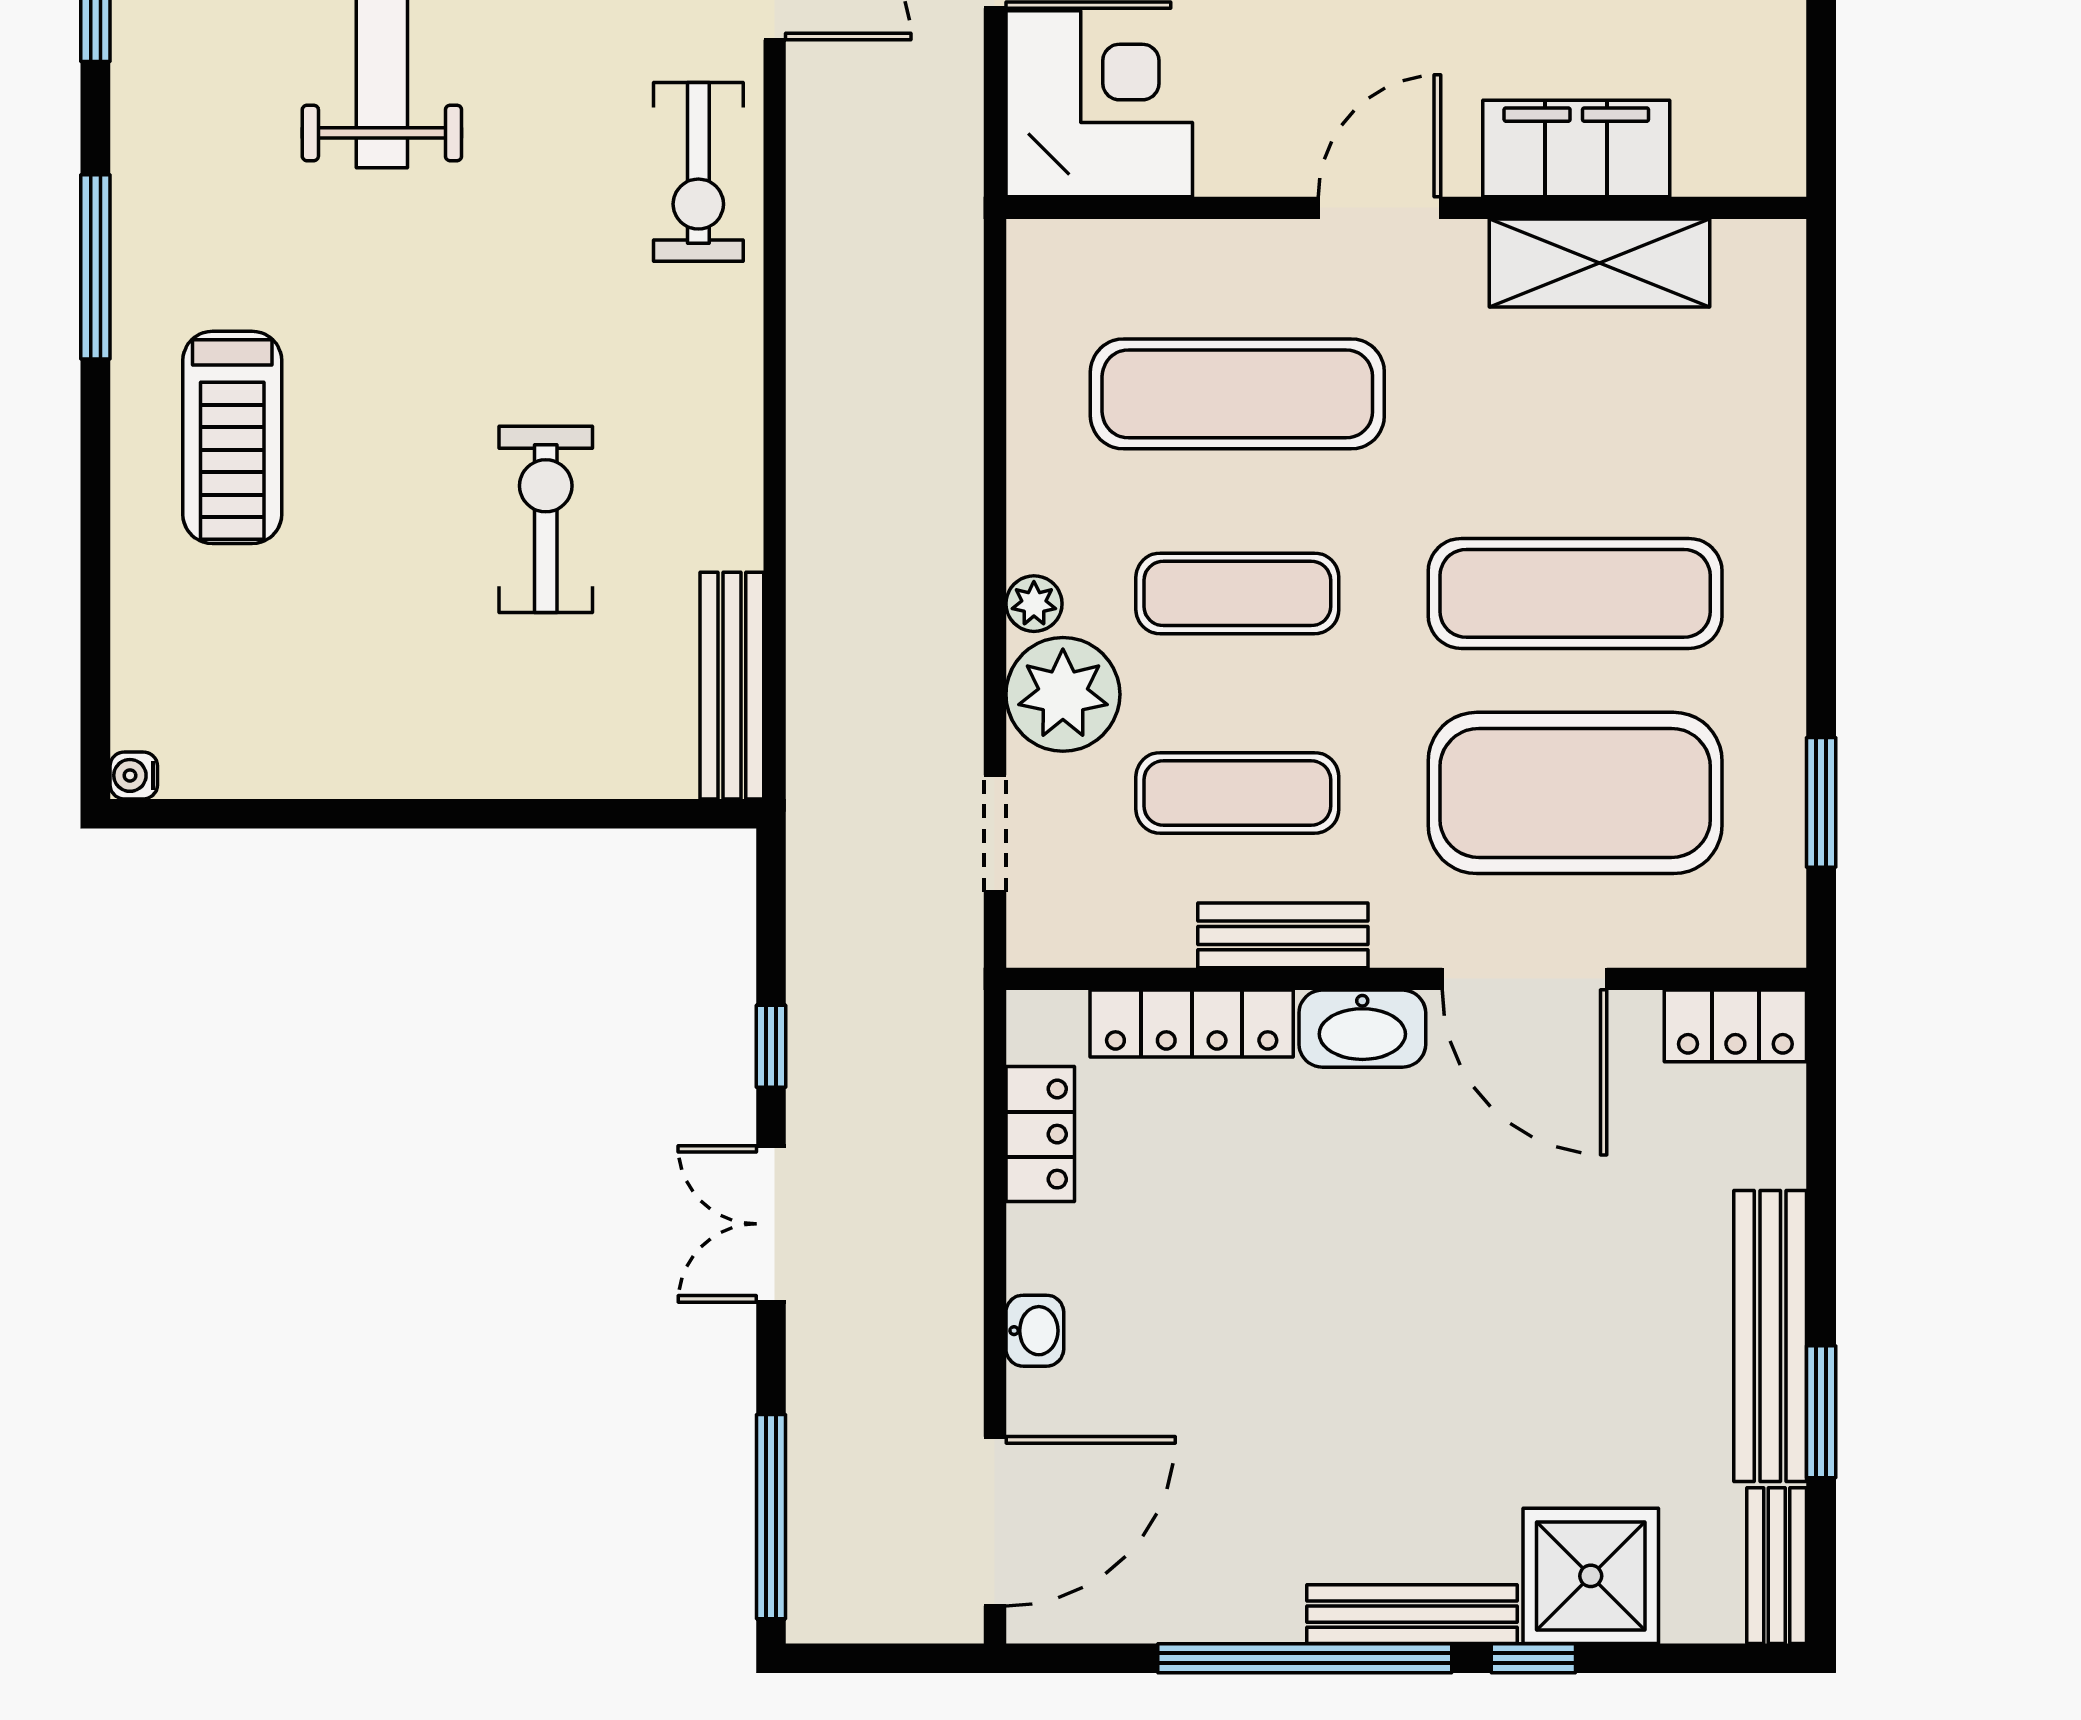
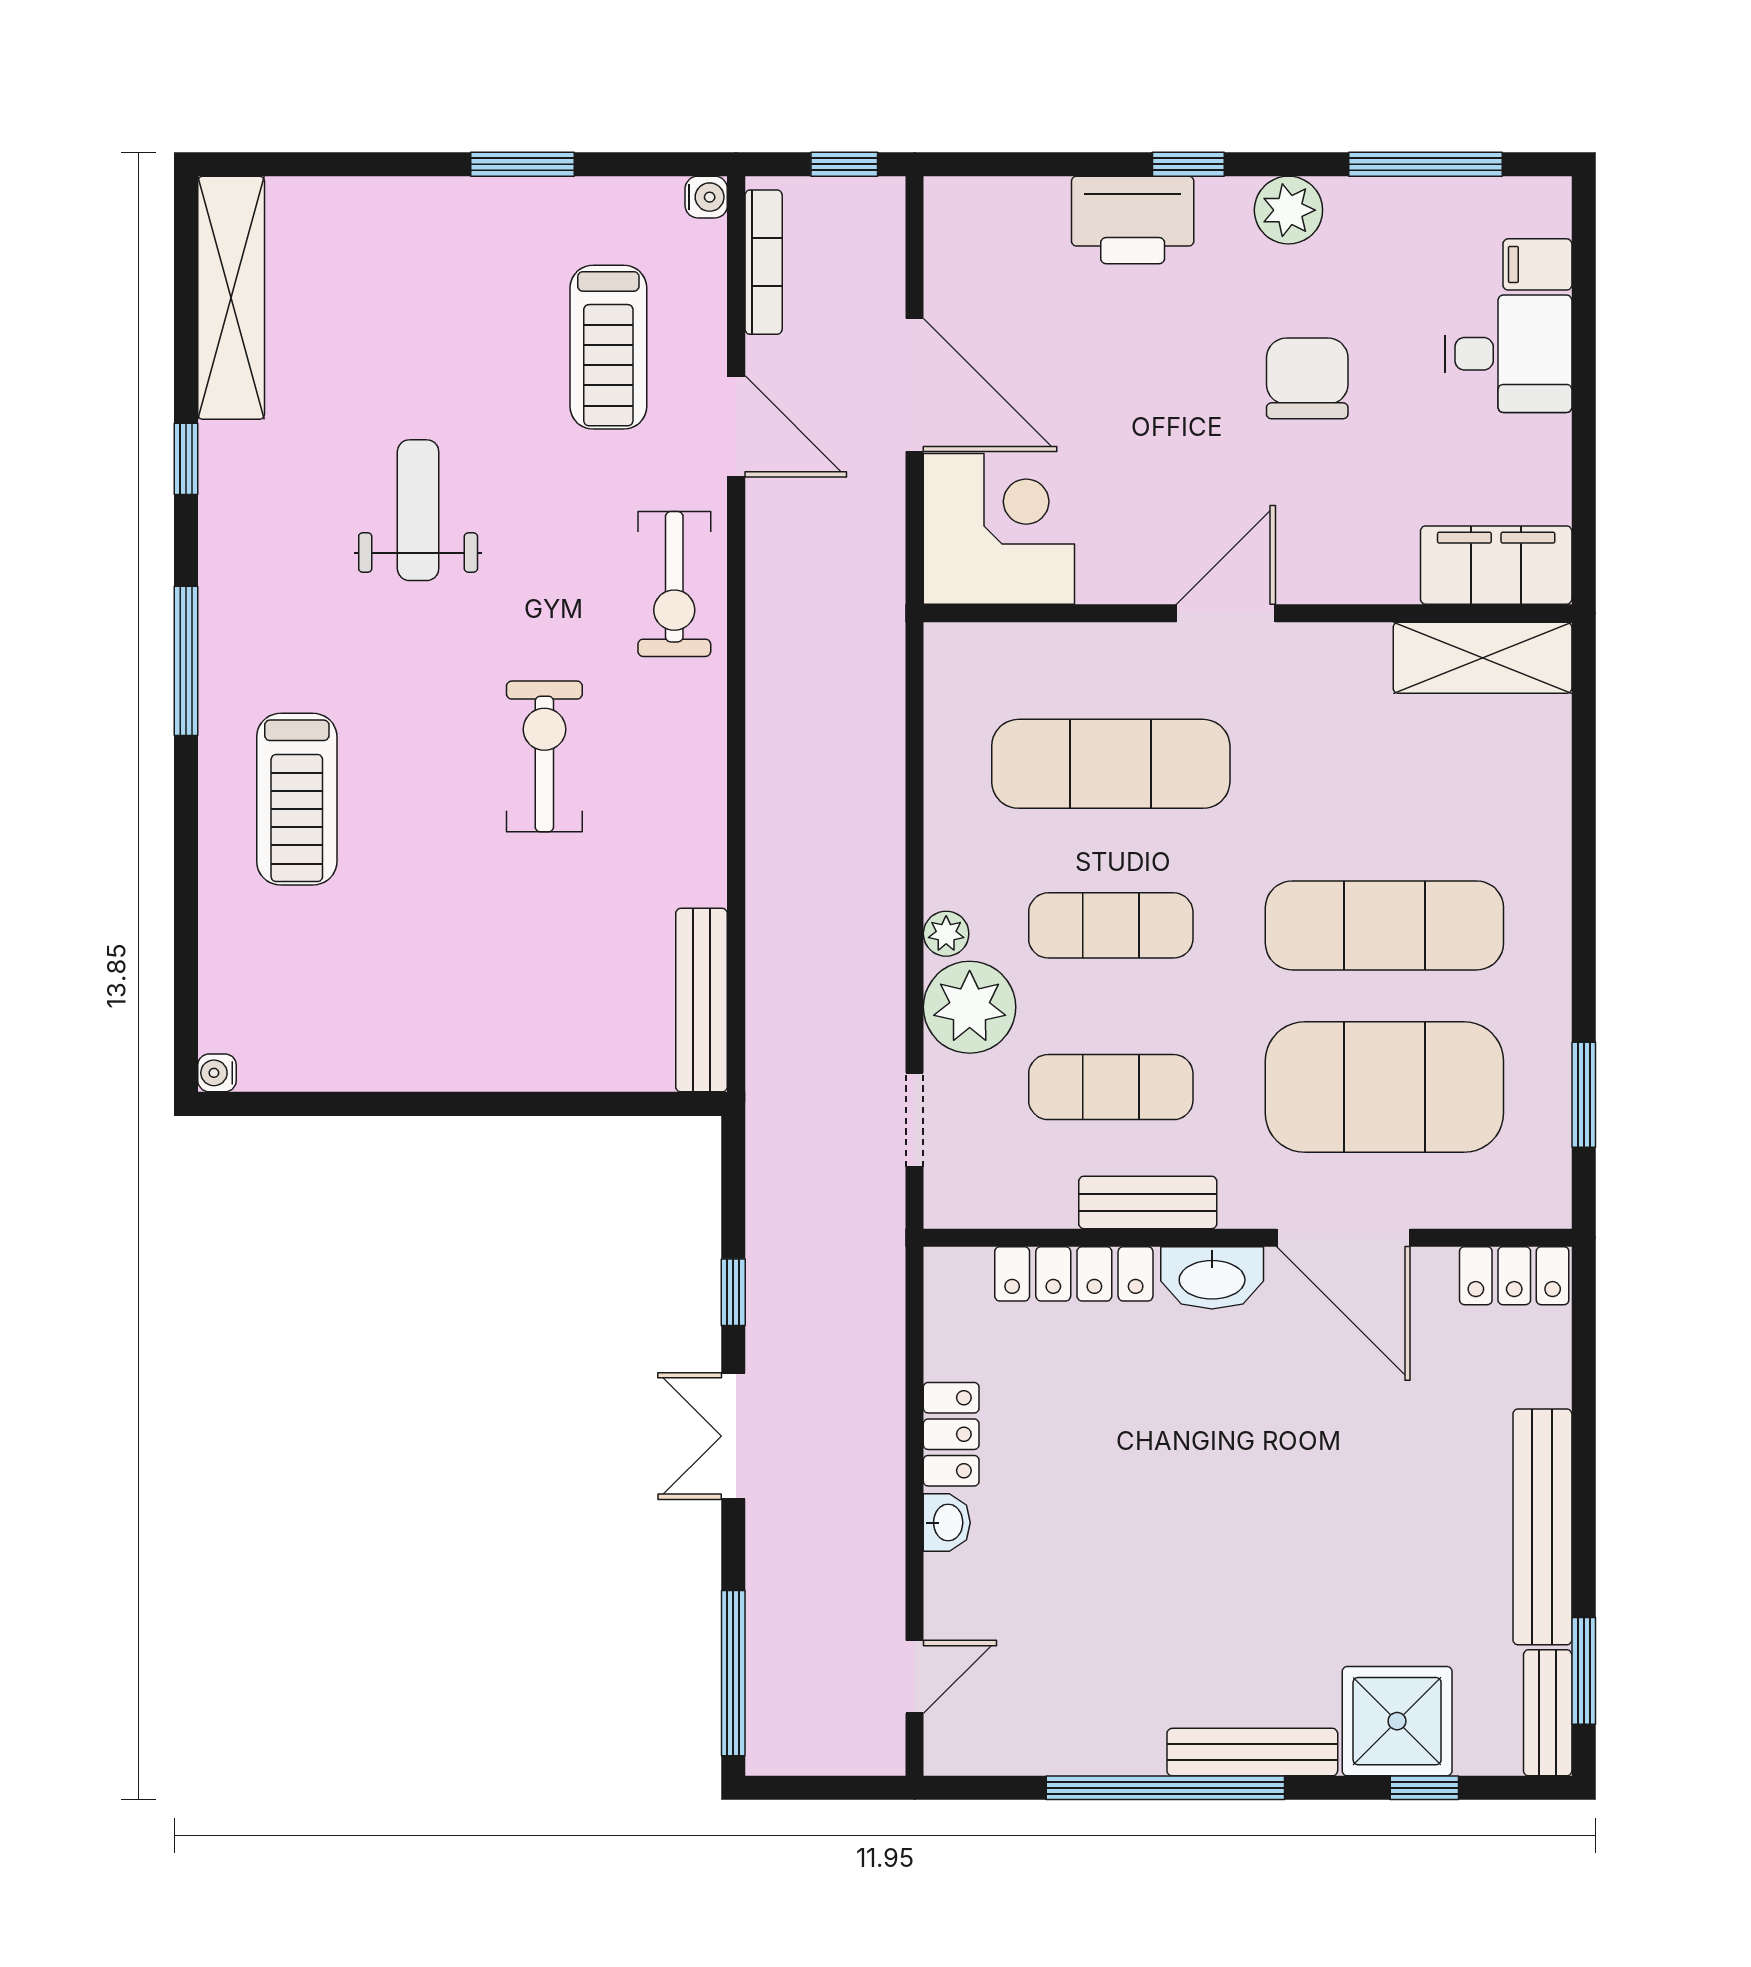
filing cabinet: (1576, 148) -> (1496, 565), moved
shelving: (1600, 263) -> (1483, 658), moved
exercise bike: (546, 519) -> (544, 756), moved
locker: (1040, 1134) -> (951, 1434), moved
window: (1821, 1412) -> (1584, 1671), moved
door: (995, 1521) -> (915, 1677), width x0.53
window: (1533, 1658) -> (1424, 1788), moved

